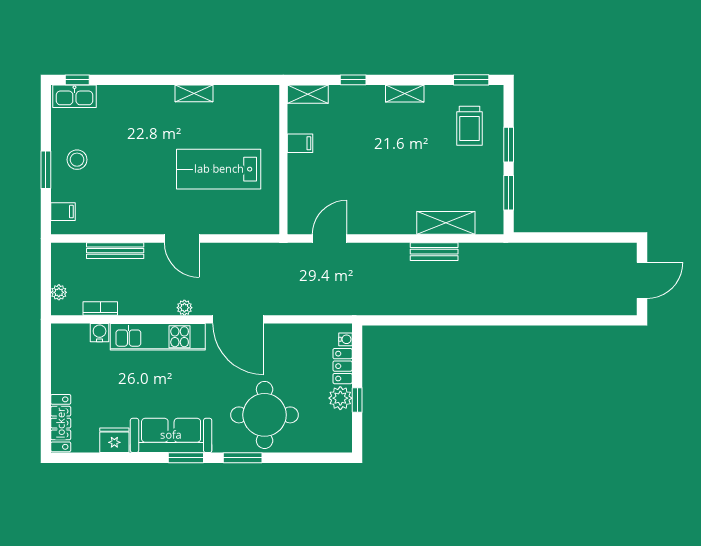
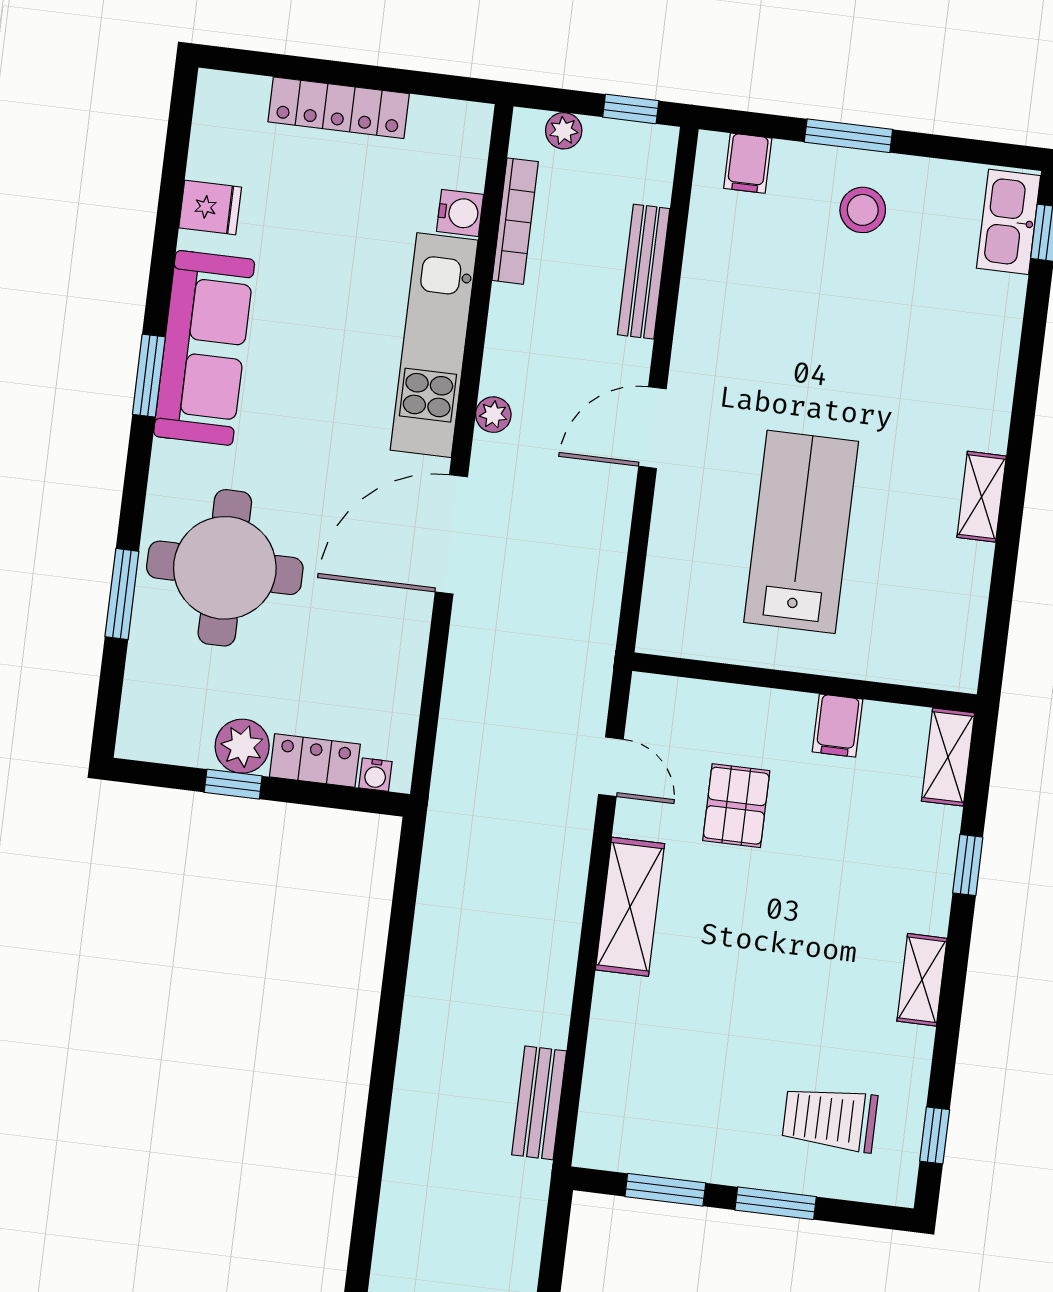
window: (471, 80) -> (935, 1135), width x0.67
pallet: (340, 183) -> (736, 806), added
shelving: (446, 223) -> (630, 907), moved
door: (330, 239) -> (611, 767), width x0.73
bench: (434, 252) -> (539, 1103), moved
window: (46, 265) -> (631, 109), added
bookcase: (100, 308) -> (515, 221), width x1.56
locker: (61, 423) -> (339, 108), moved
fridge: (114, 440) -> (210, 207), width x0.72
window: (243, 458) -> (122, 594), moved

